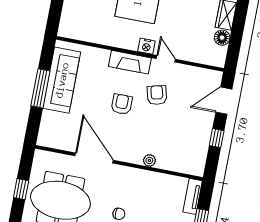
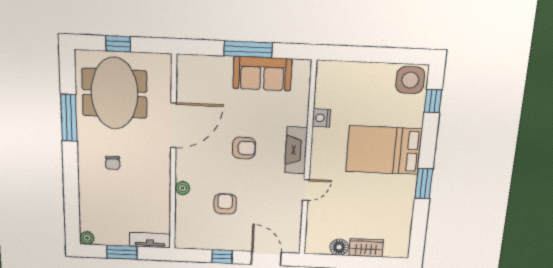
nightstand: (146, 46) -> (321, 118), moved
sofa: (62, 80) -> (262, 74), width x0.73
armchair: (157, 95) -> (225, 204), moved, turned -76

